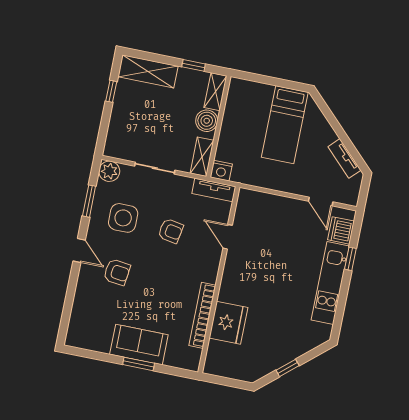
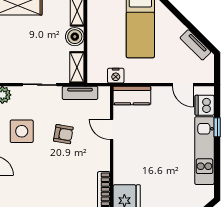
nightstand: (221, 171) -> (116, 76), moved
tv unit: (214, 190) -> (80, 93), moved
kitchen counter: (259, 202) -> (132, 96), added
armchair: (117, 272) -> (26, 177), removed

